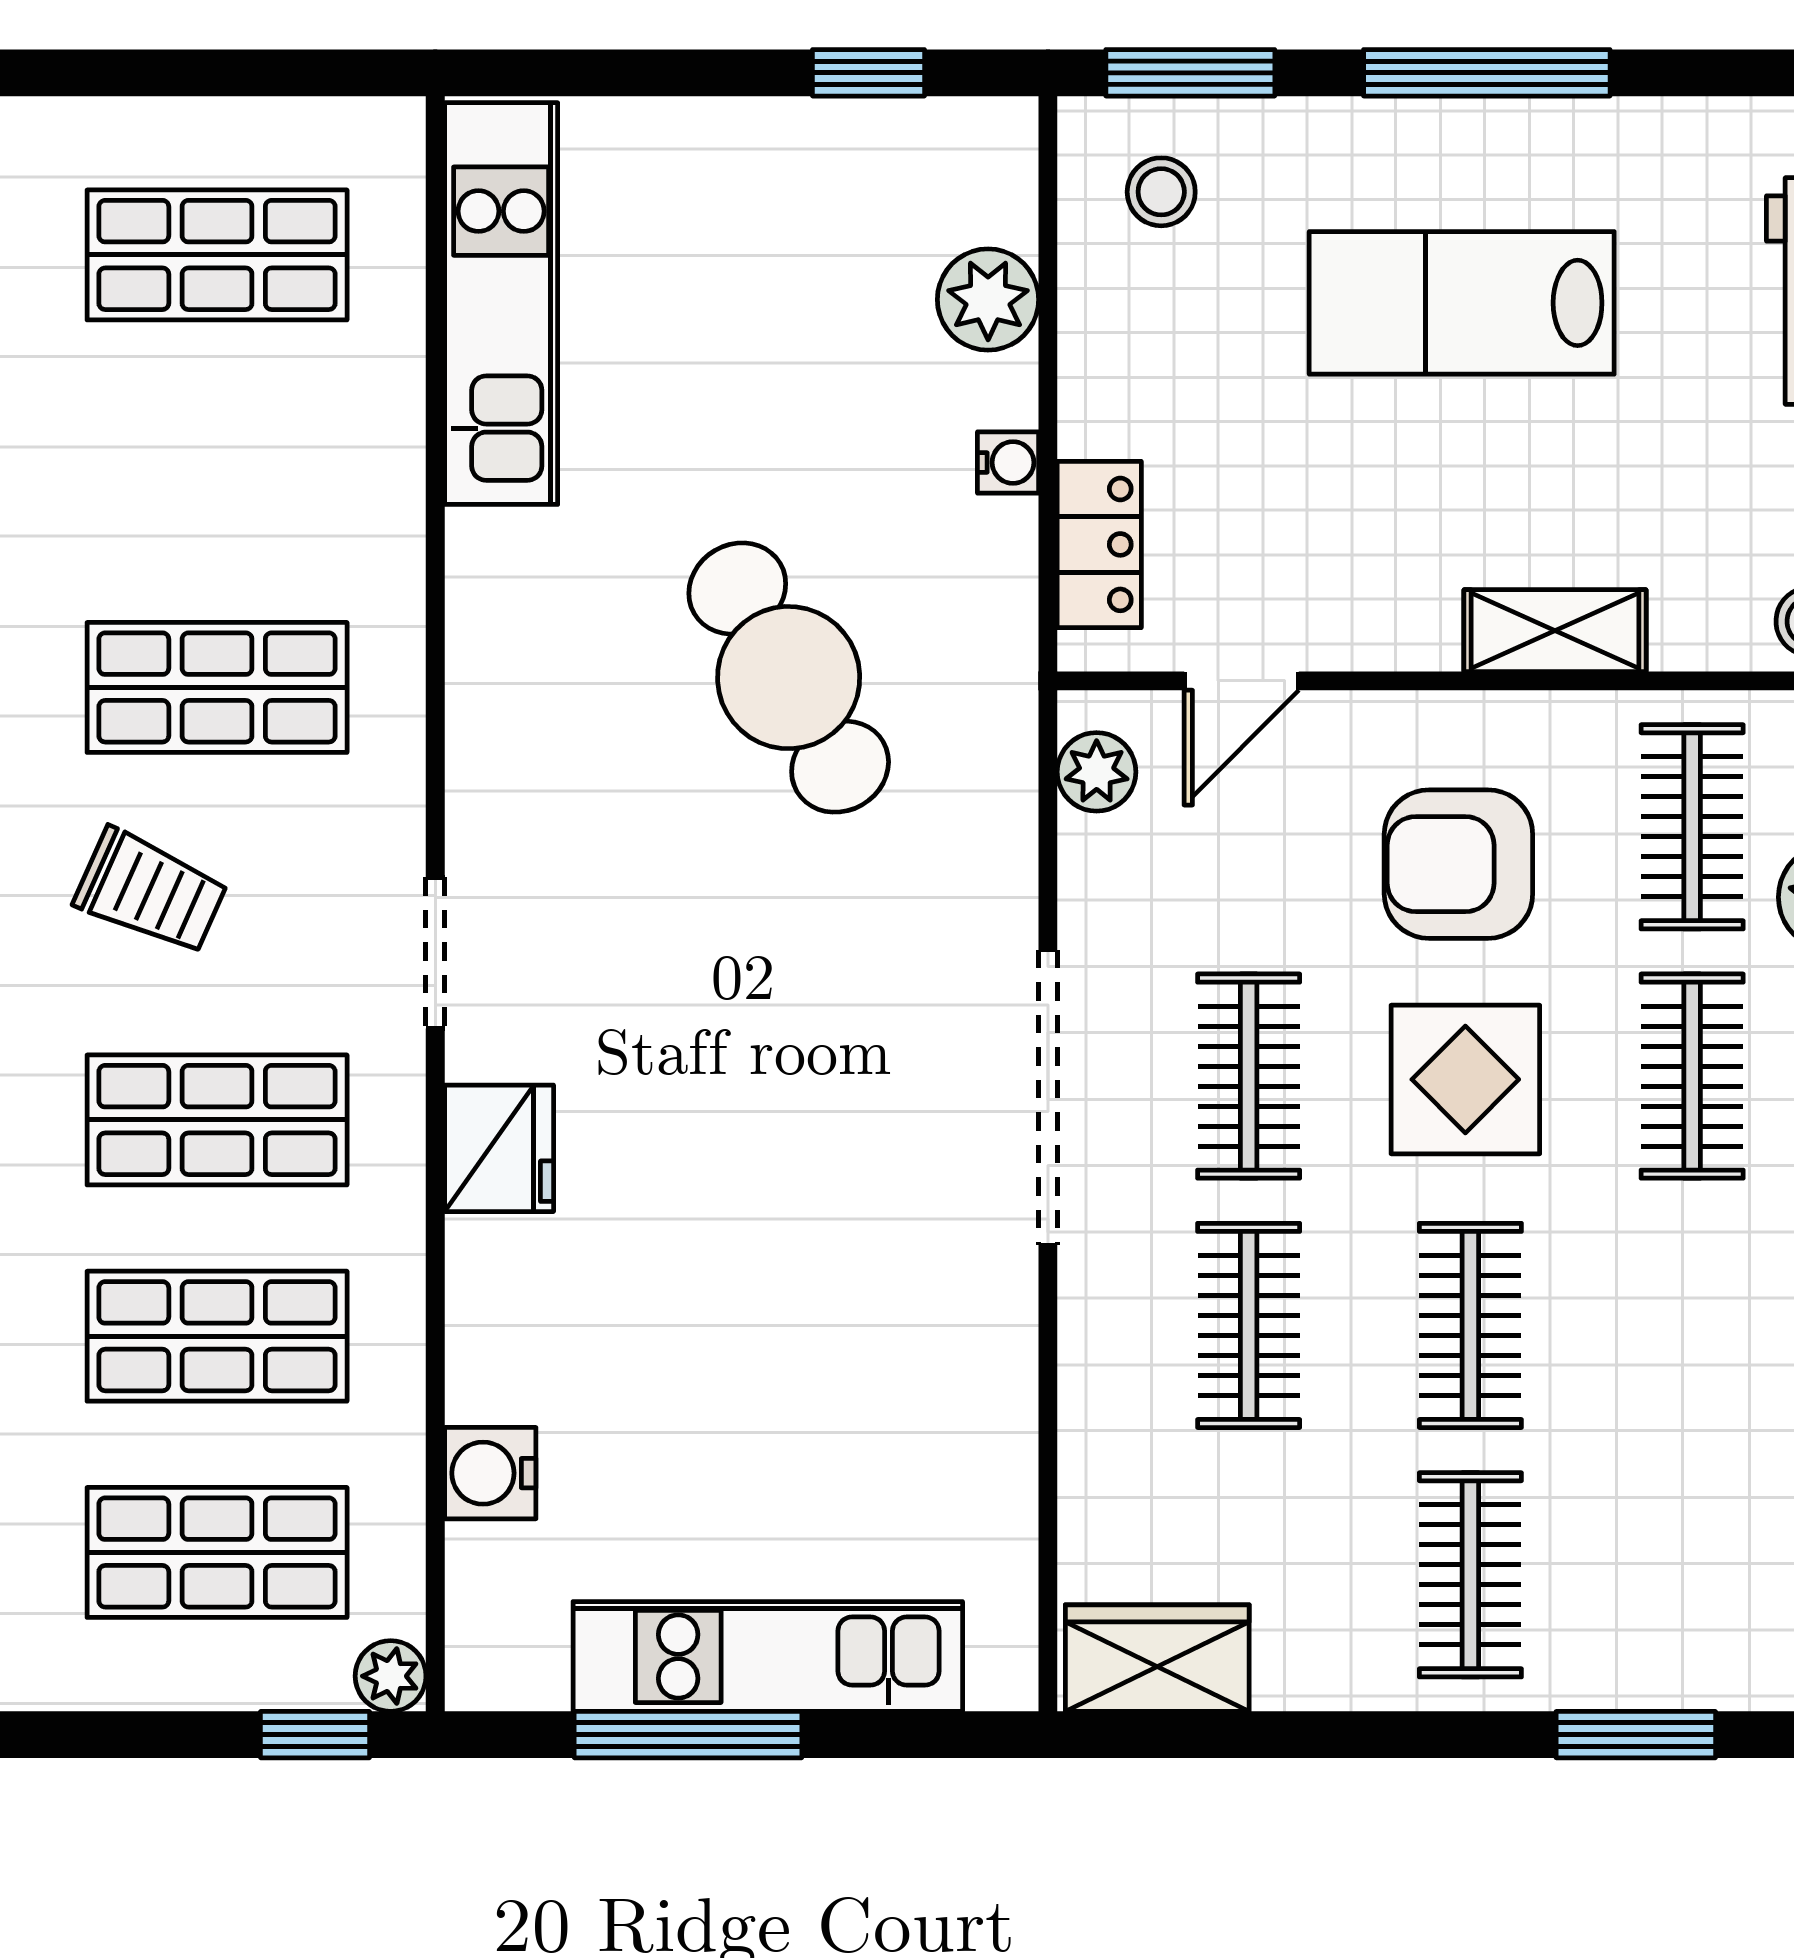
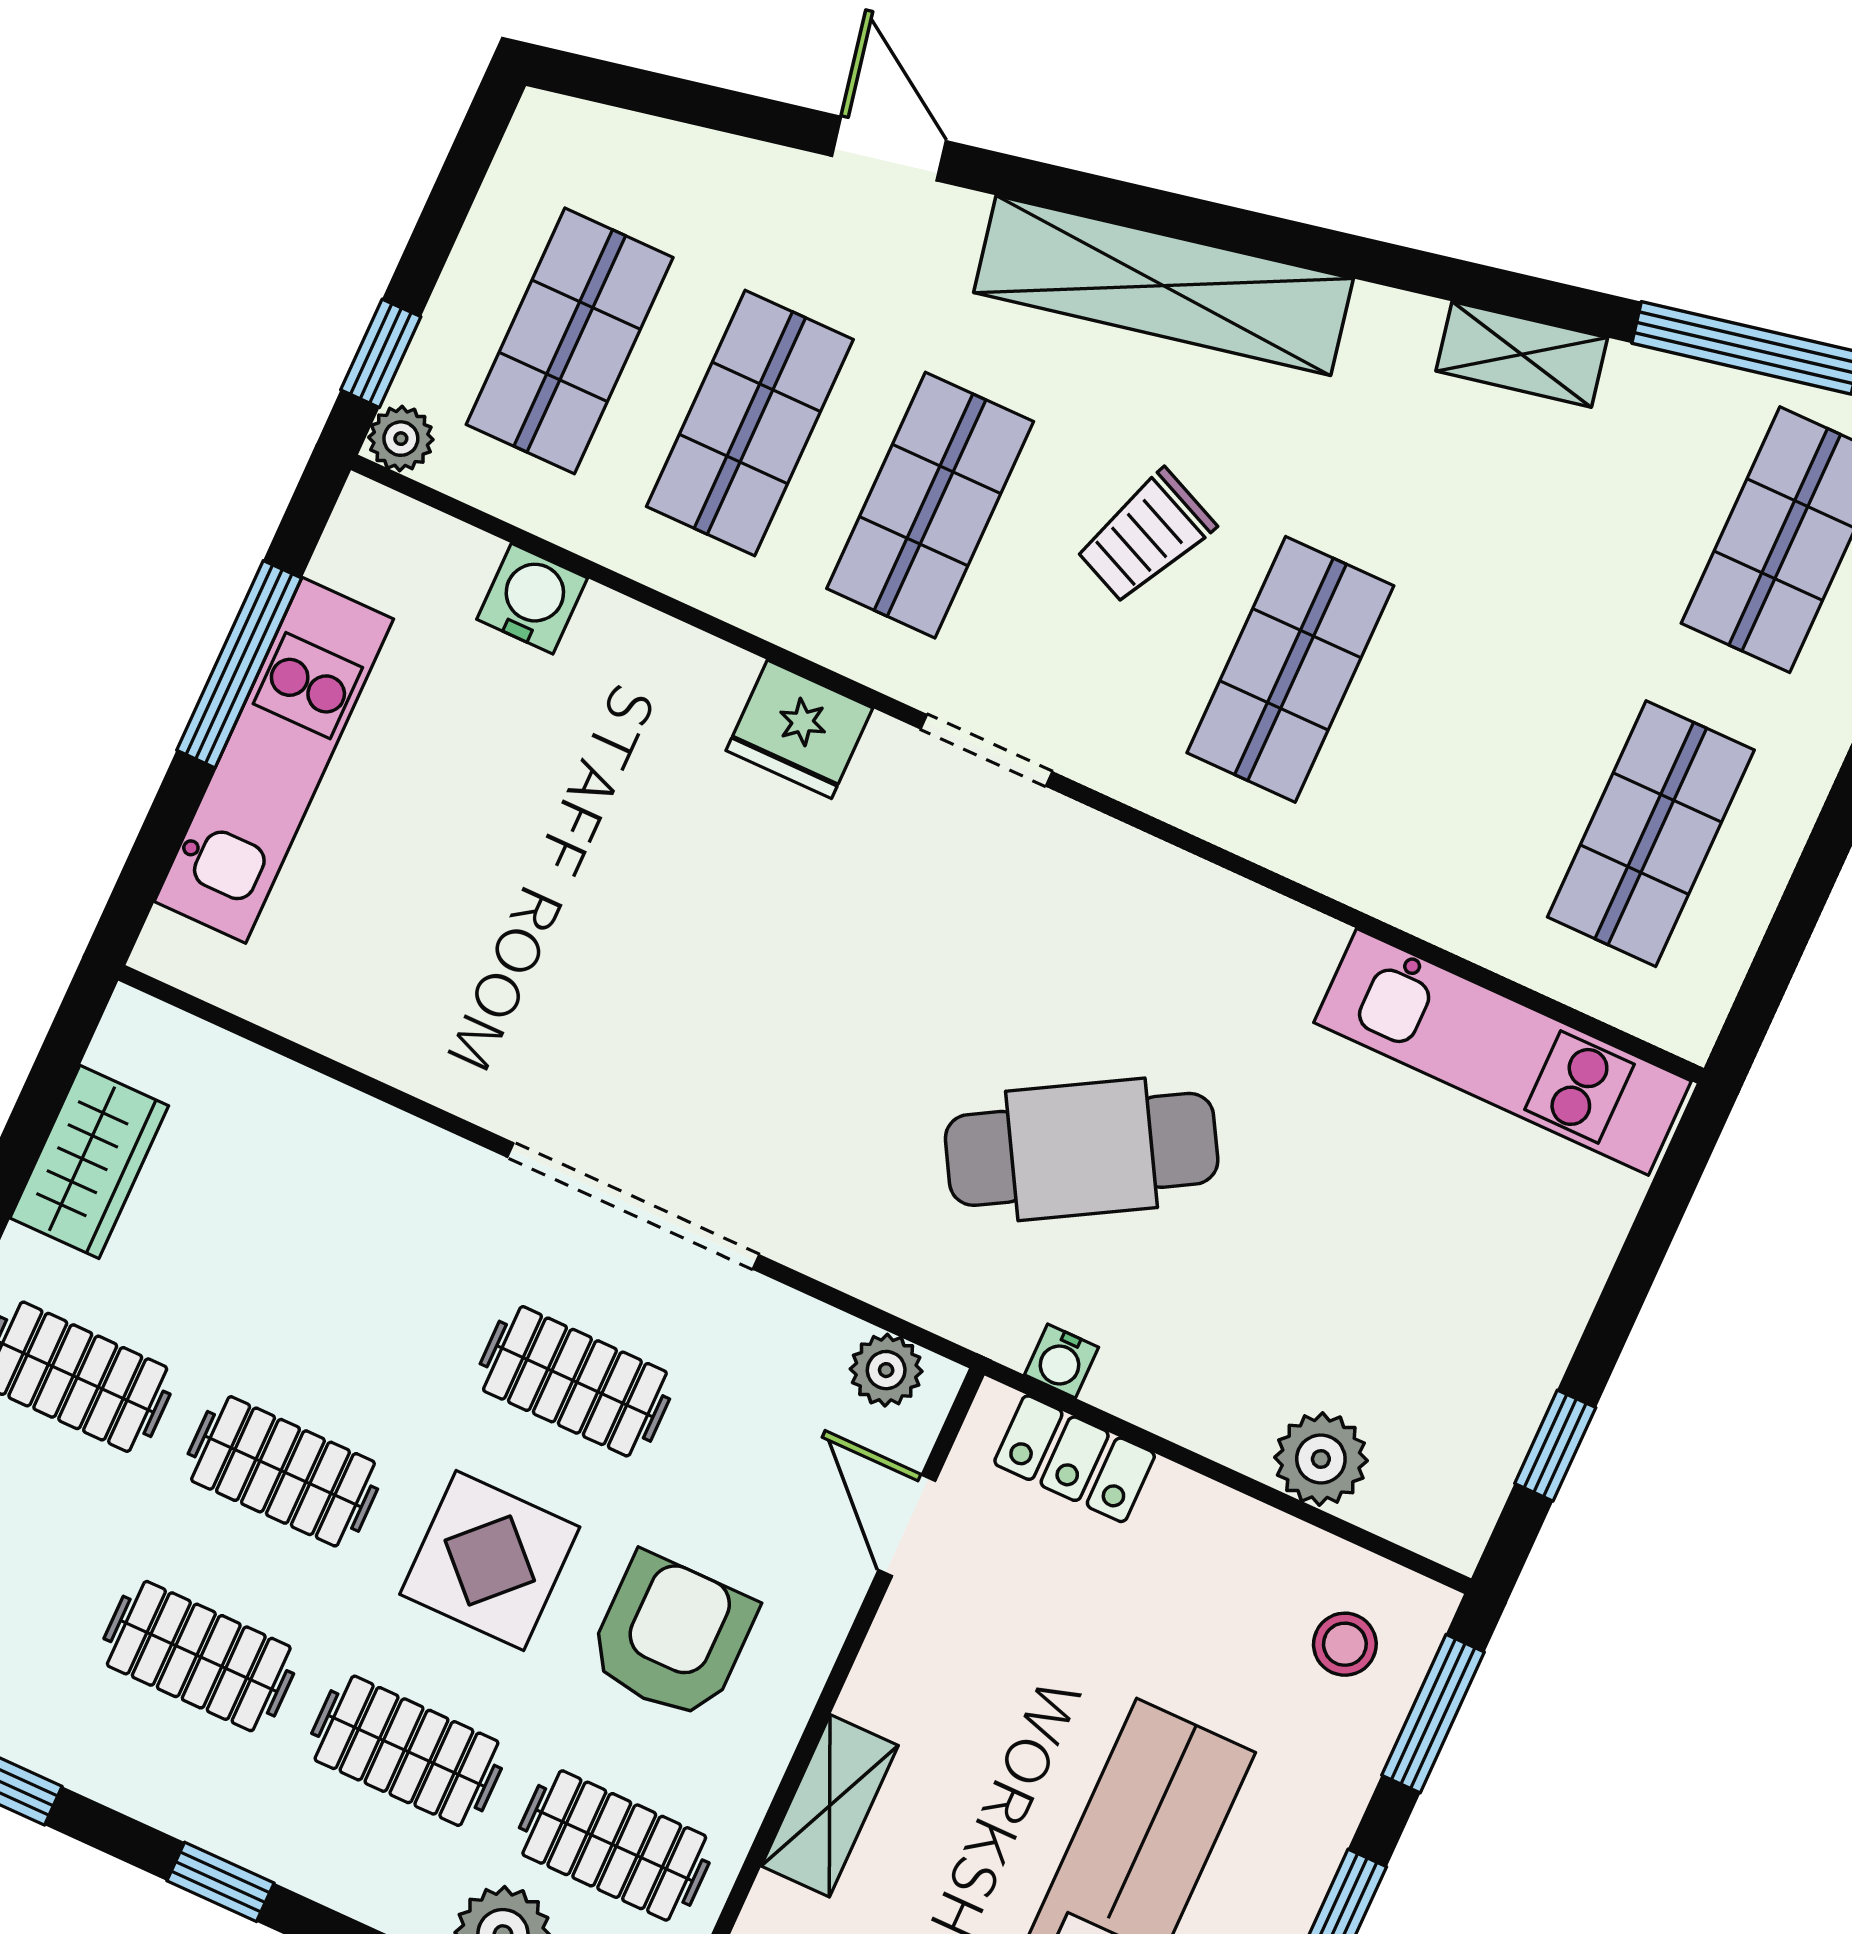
water cooler: (1008, 462) -> (1061, 1361), moved
clothes rail: (1249, 1325) -> (199, 1656), moved
wardrobe: (1157, 1658) -> (89, 1162), moved

